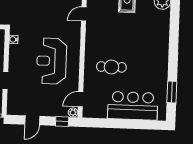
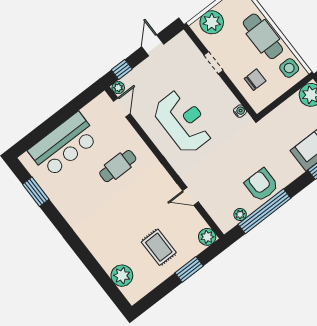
door: (84, 14) -> (191, 196), swing flipped

